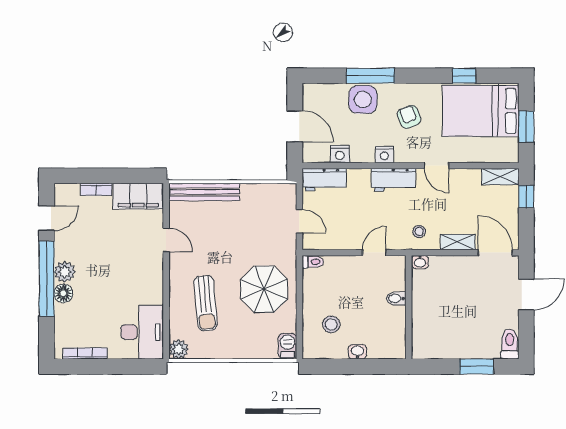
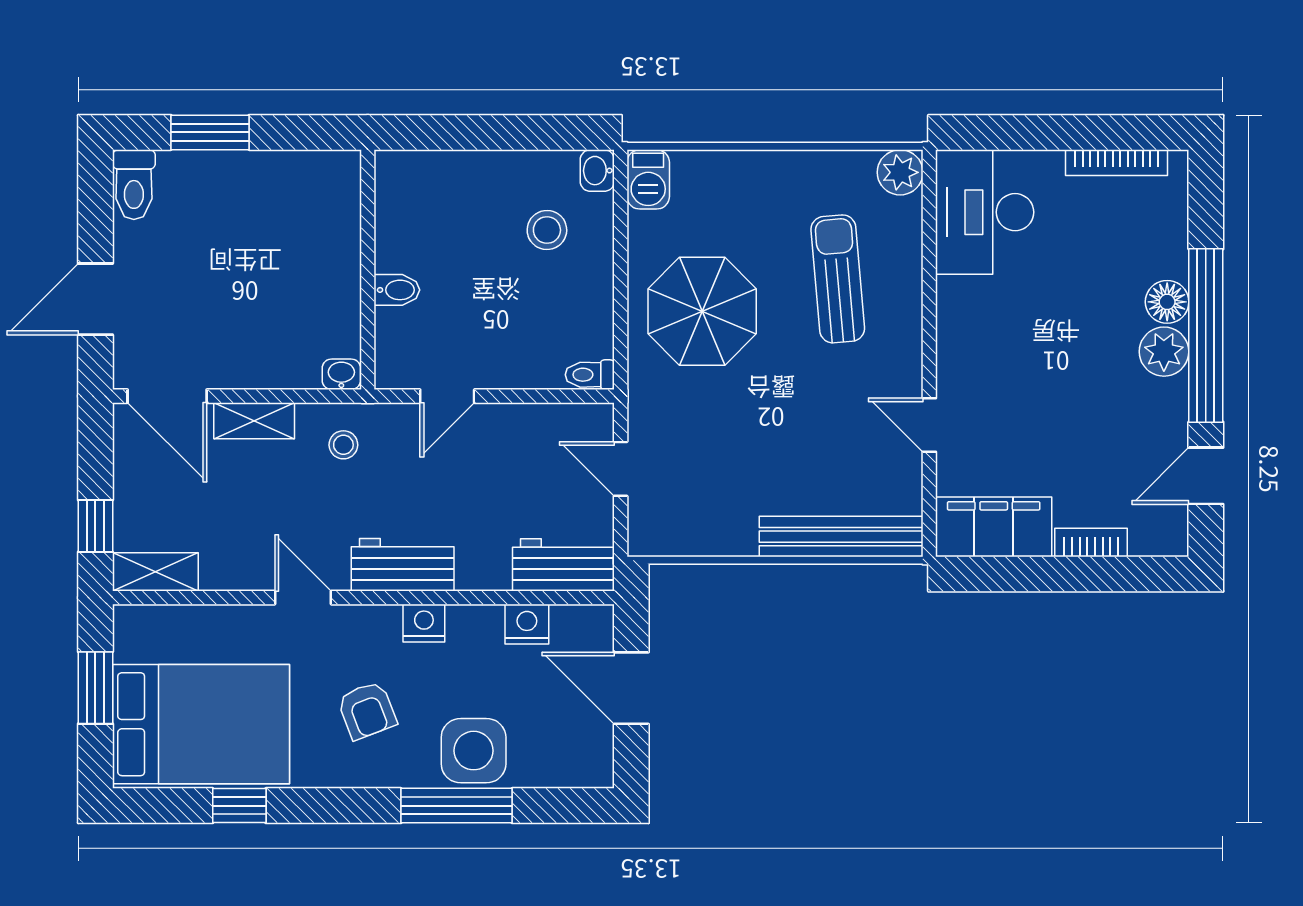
washbasin: (357, 352) -> (597, 171), moved, turned 90

